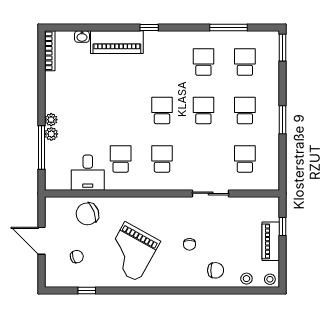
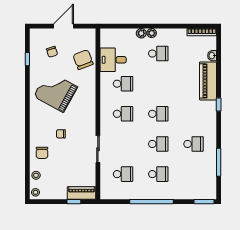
school desk: (245, 62) -> (158, 54), moved
window: (283, 120) -> (152, 202), width x2.11
window: (42, 148) -> (131, 26), removed
piano: (271, 241) -> (82, 193), moved

